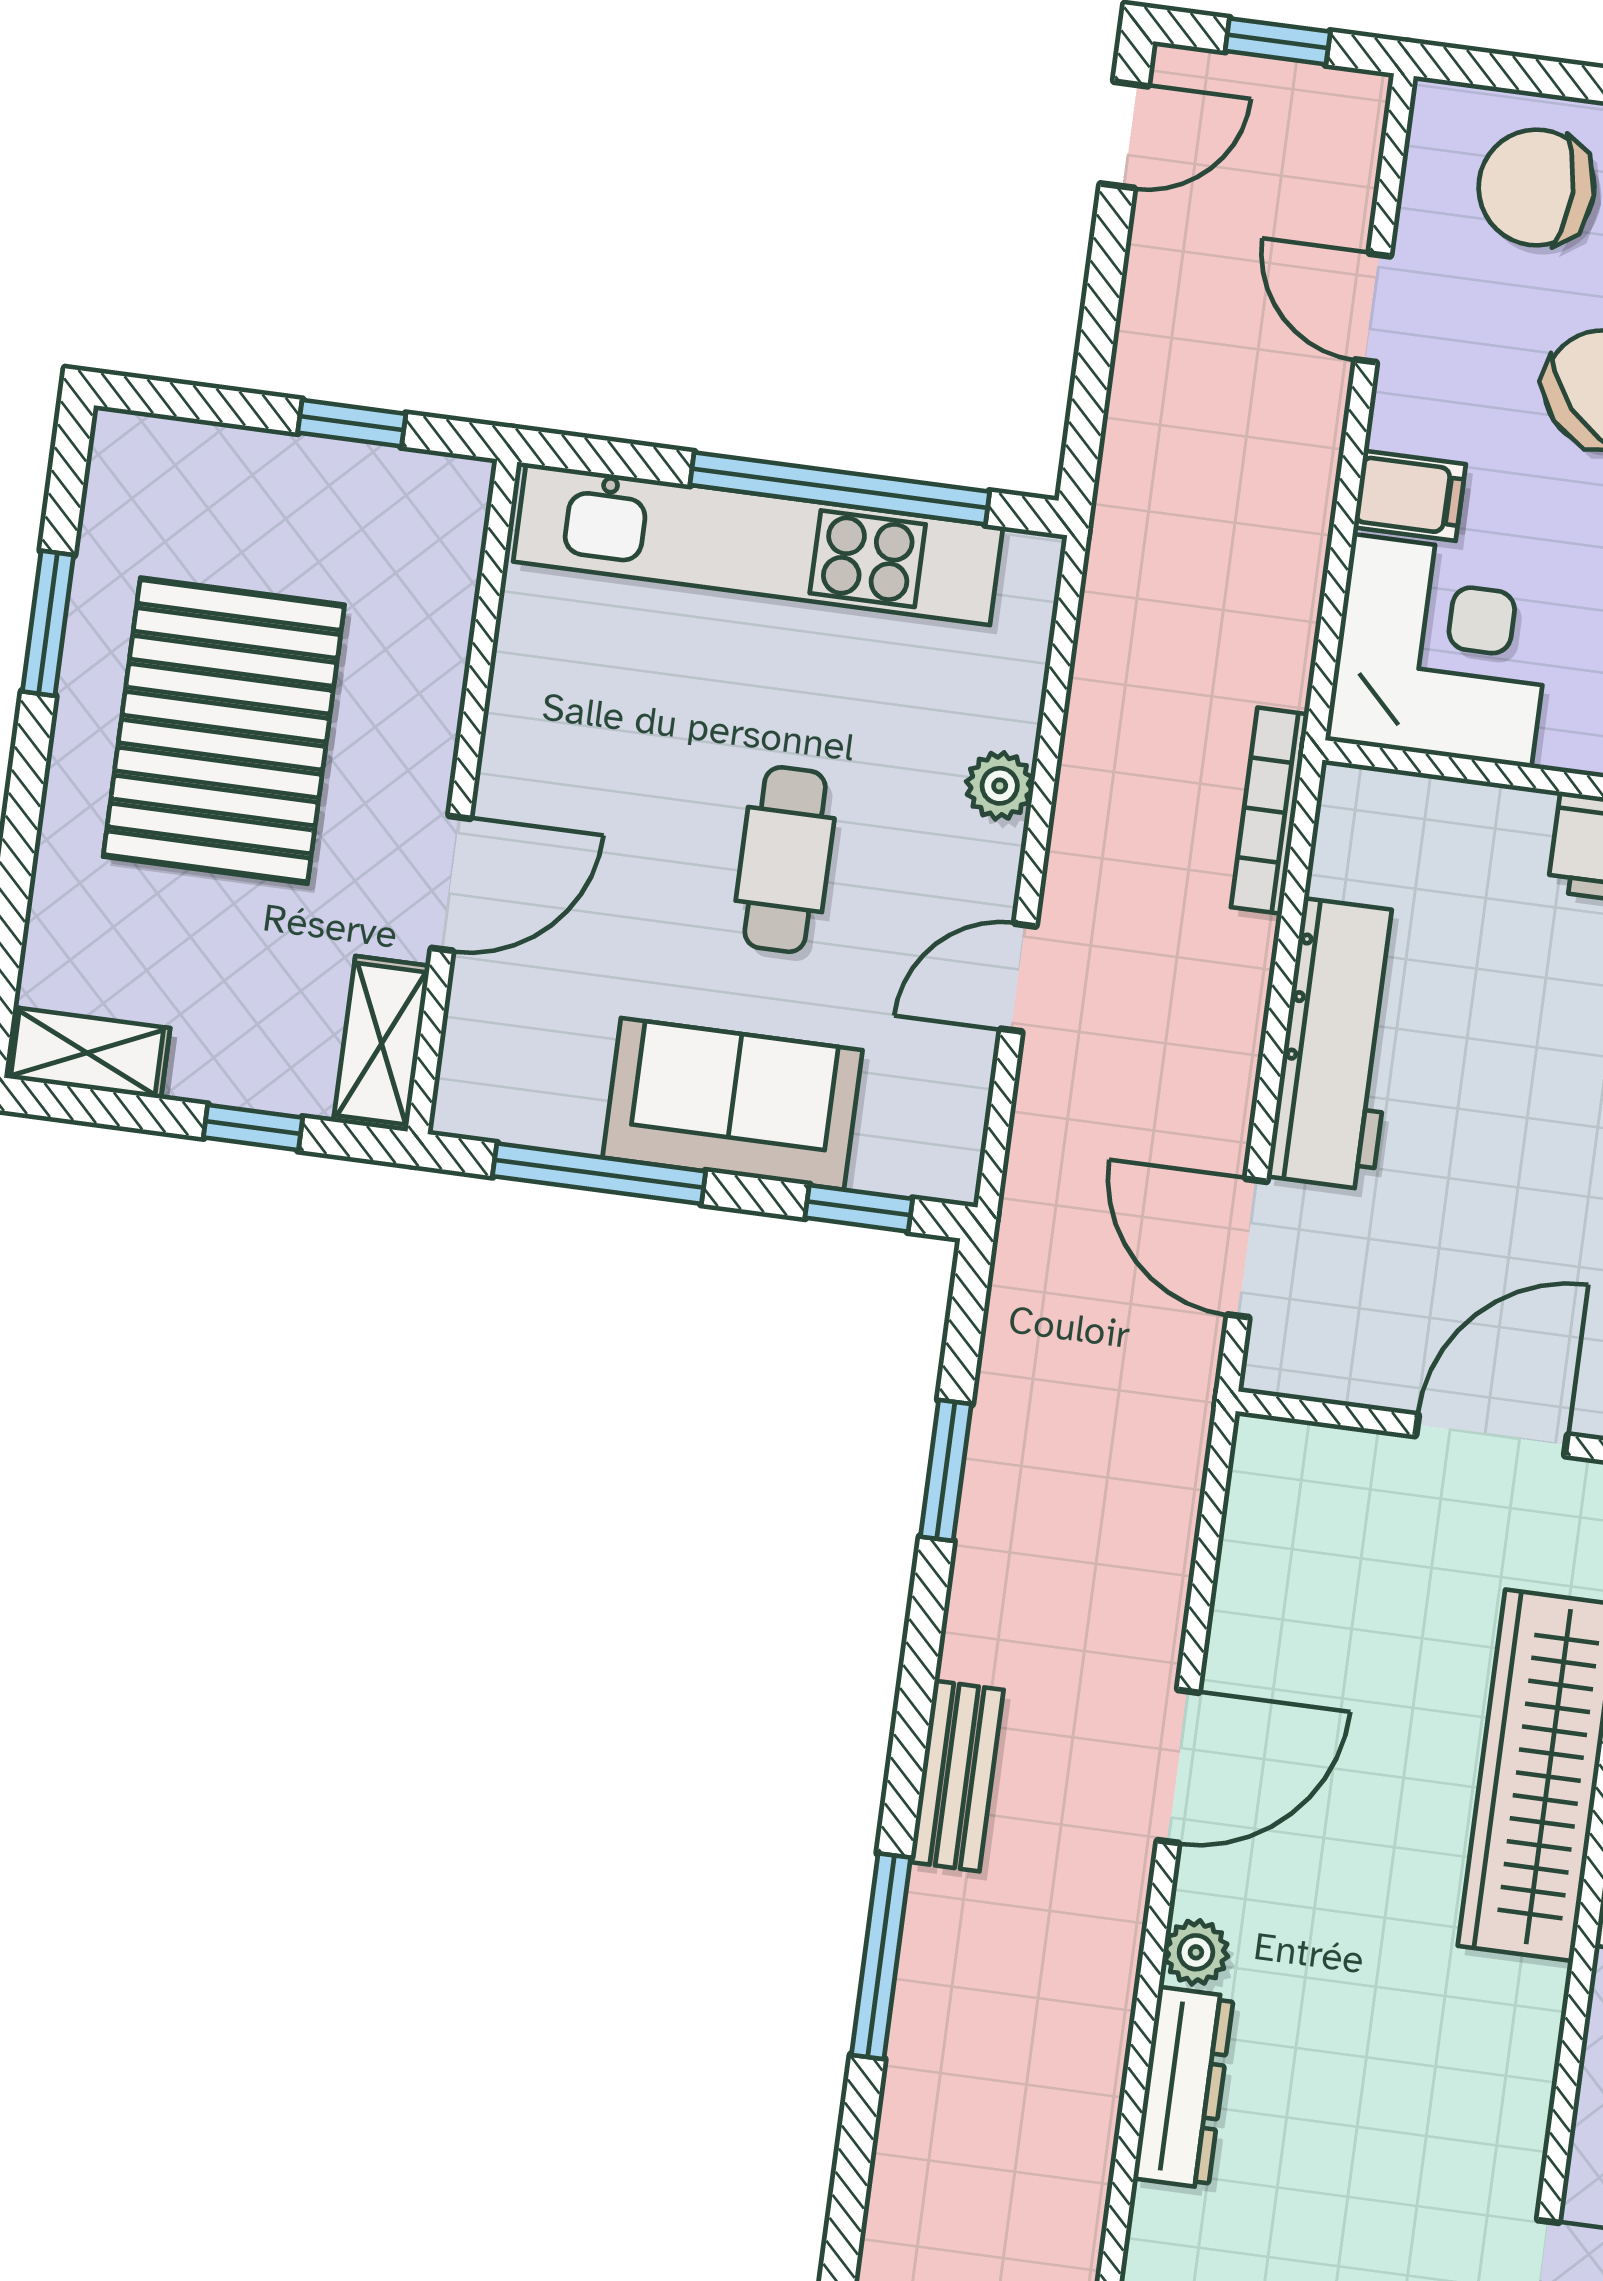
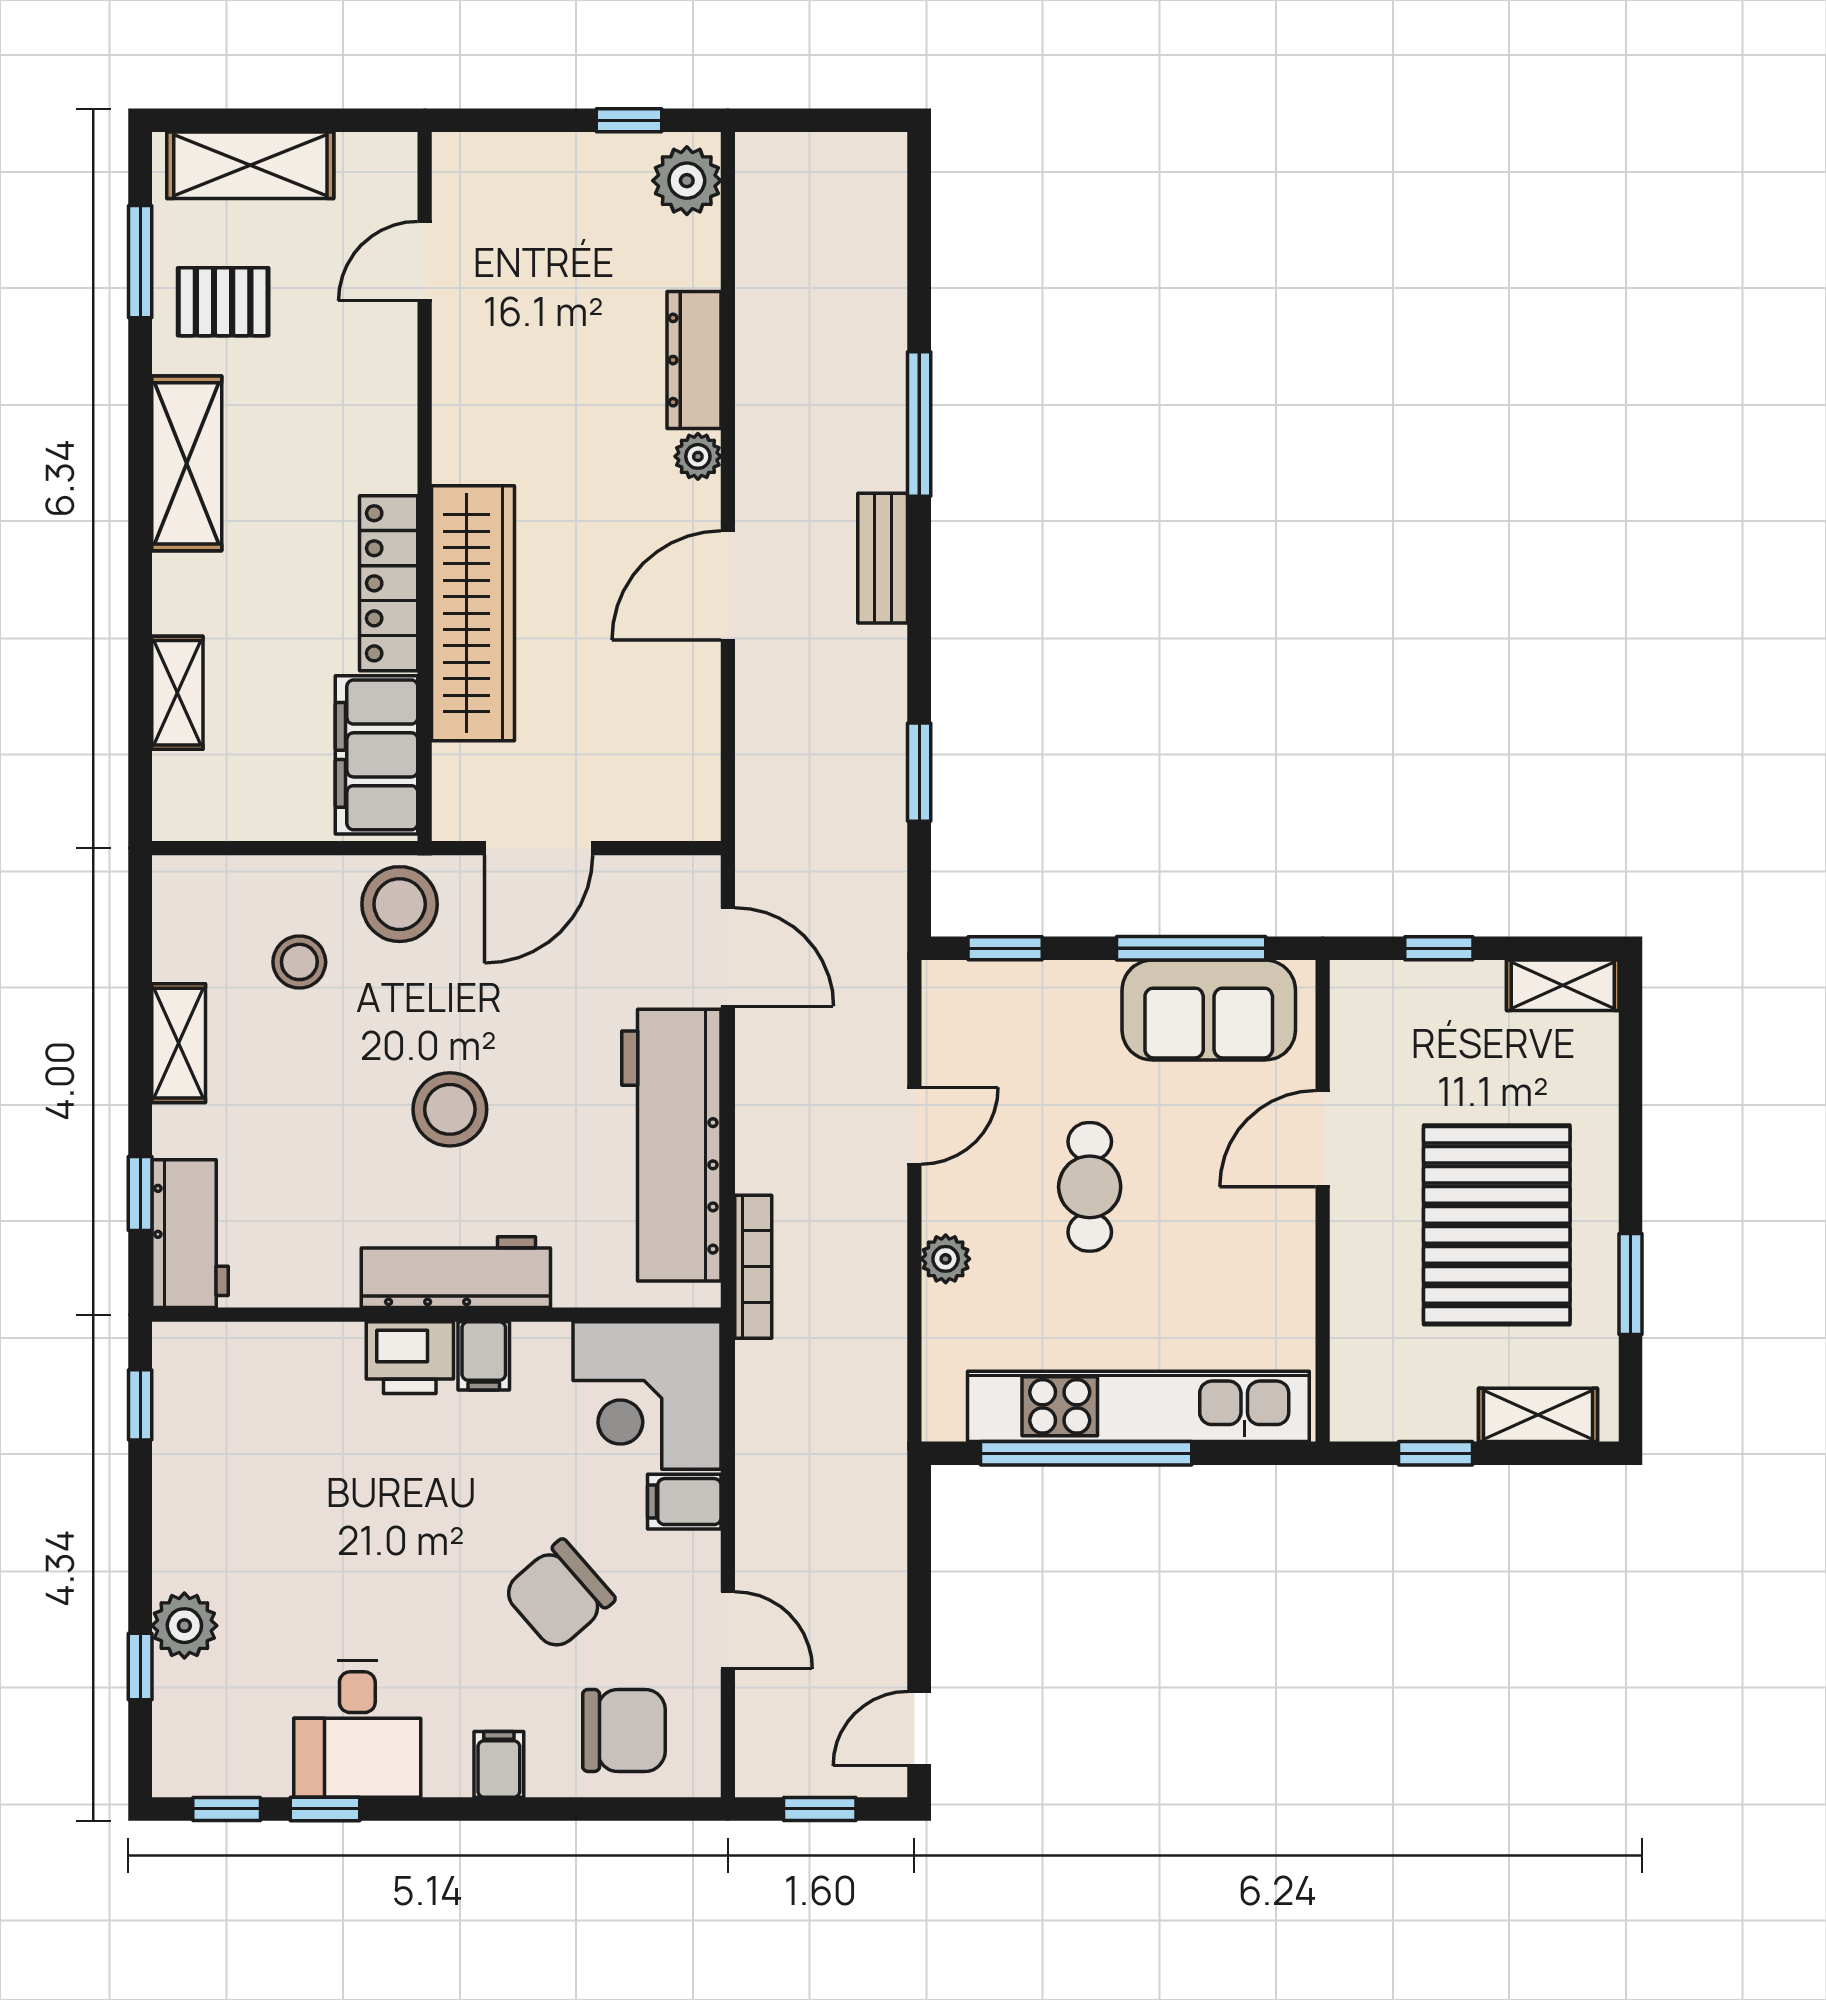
shelving: (382, 1044) -> (1538, 1415), moved, turned 90
workbench: (1338, 1044) -> (671, 1145), width x1.36, depth x1.32
sofa: (732, 1104) -> (1209, 1010), moved

